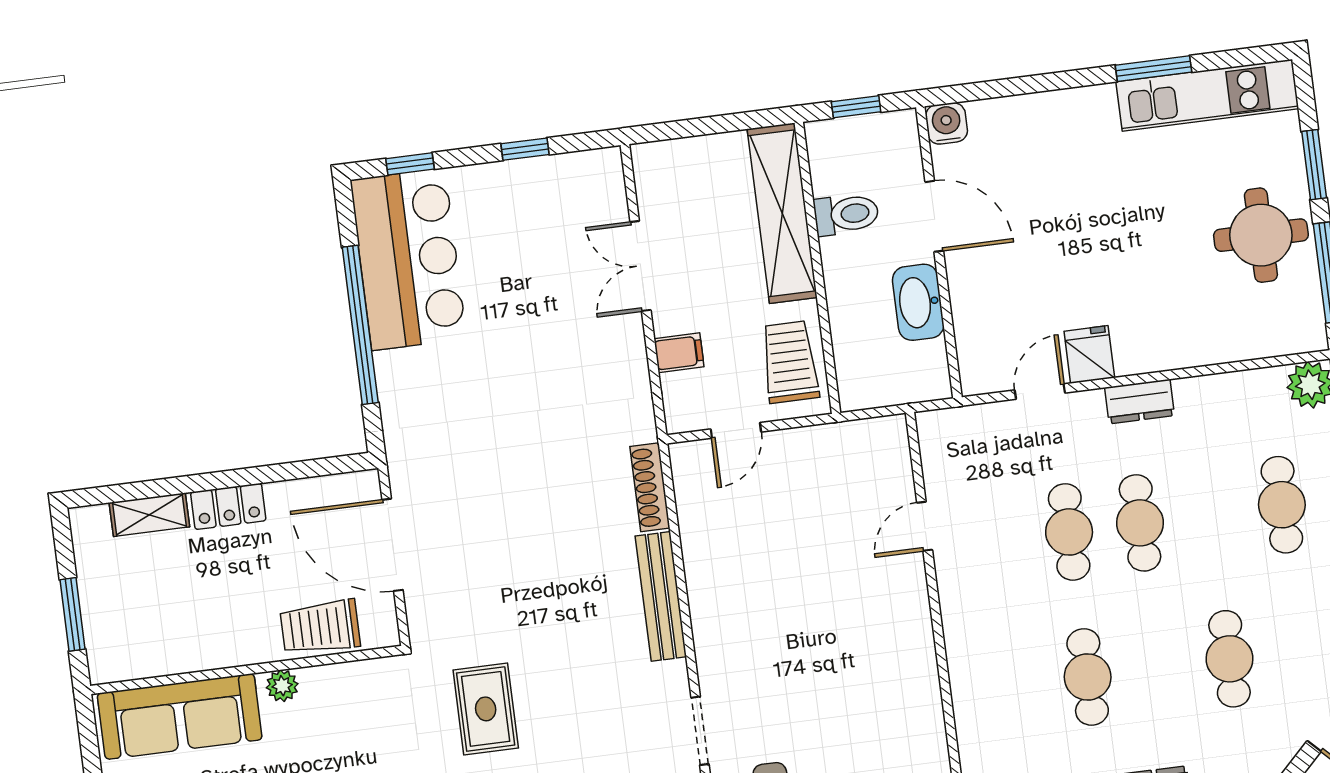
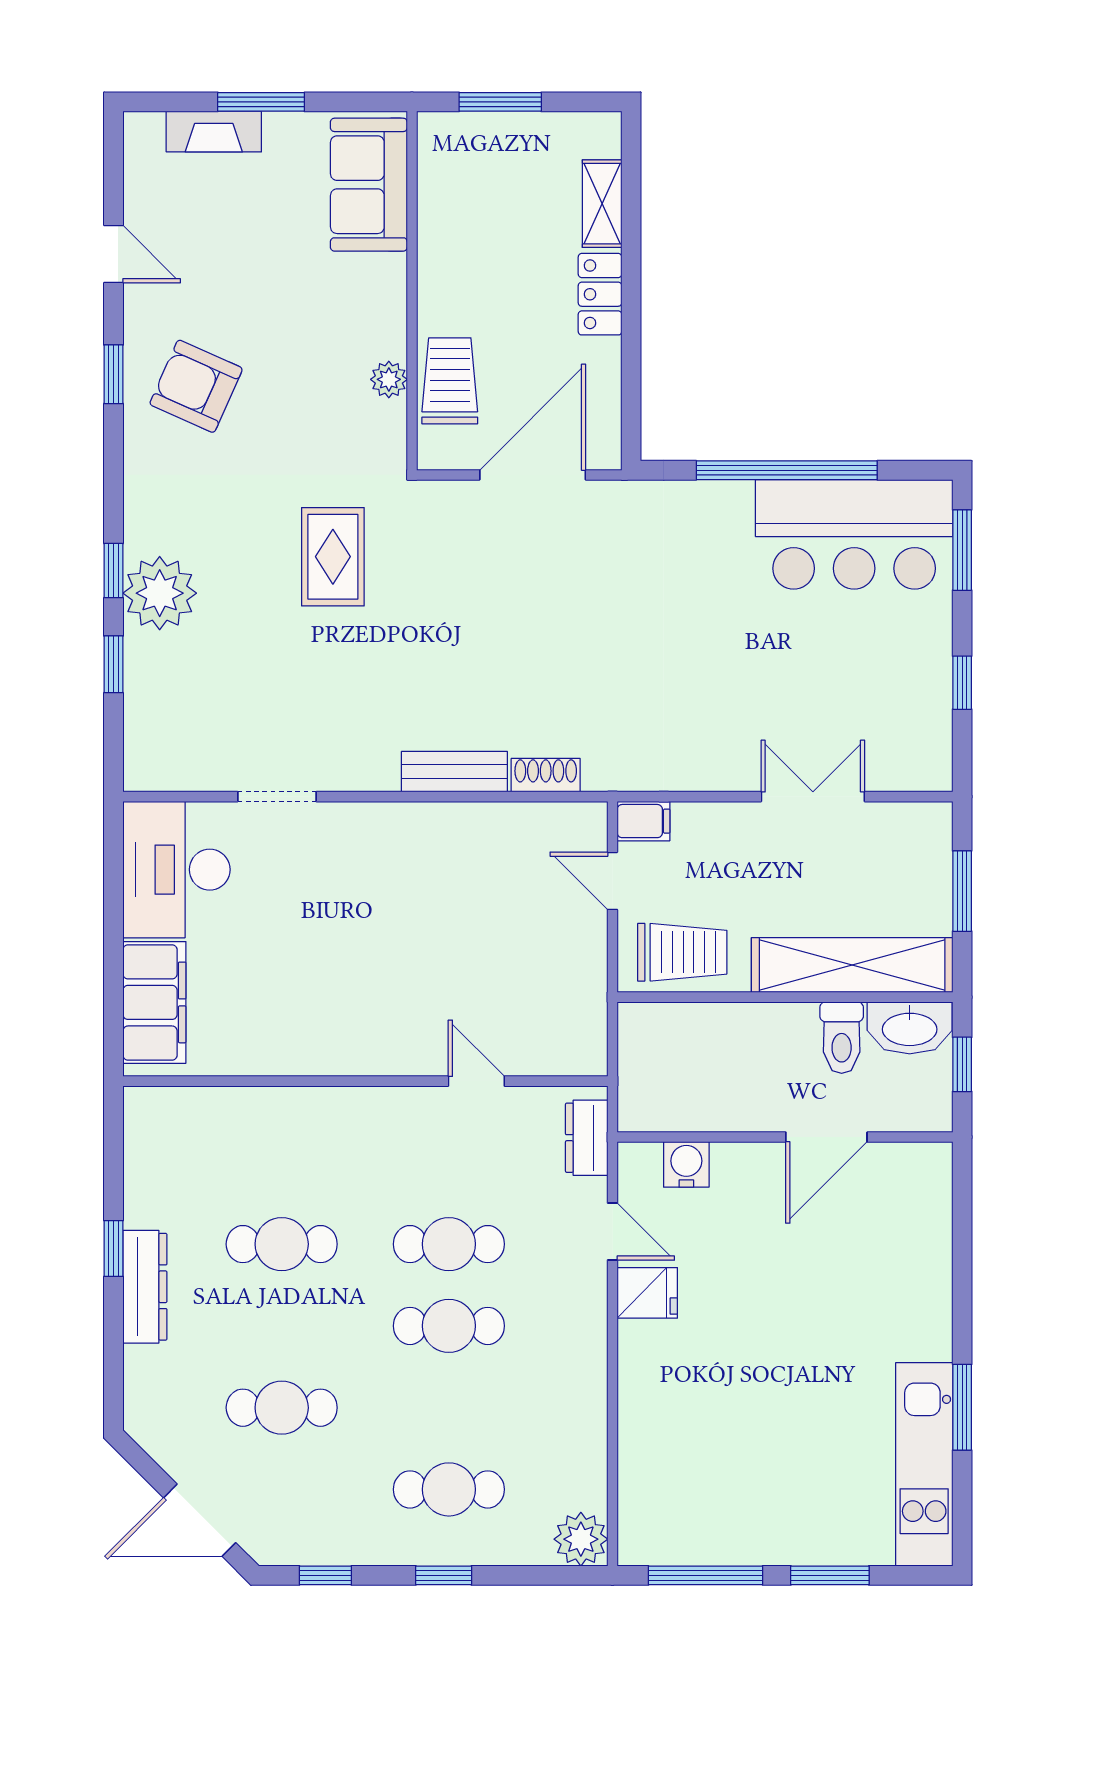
water cooler: (946, 123) -> (686, 1164), moved, turned -90
window: (706, 126) -> (962, 891), added
window: (410, 164) -> (962, 550), width x1.50
round table: (1261, 235) -> (758, 1505), removed
washbasin: (918, 302) -> (910, 1028), moved, turned 180
filing cabinet: (679, 353) -> (643, 821), moved, turned -90
dresser: (1140, 401) -> (587, 1138), moved
shoe rack: (650, 487) -> (546, 775), width x0.70
bench: (661, 596) -> (454, 772), width x0.73
plant: (282, 686) -> (389, 379), moved
rug: (486, 709) -> (333, 557), turned 90
sofa: (180, 716) -> (369, 185), width x0.73

